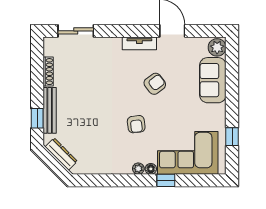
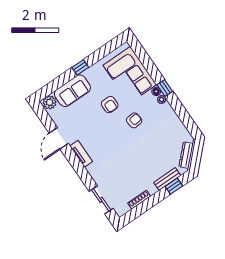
armchair: (155, 84) -> (110, 105), moved, turned -143
bench: (50, 110) -> (167, 179), width x0.73
window: (232, 137) -> (80, 67), moved
window: (166, 180) -> (165, 88), moved

